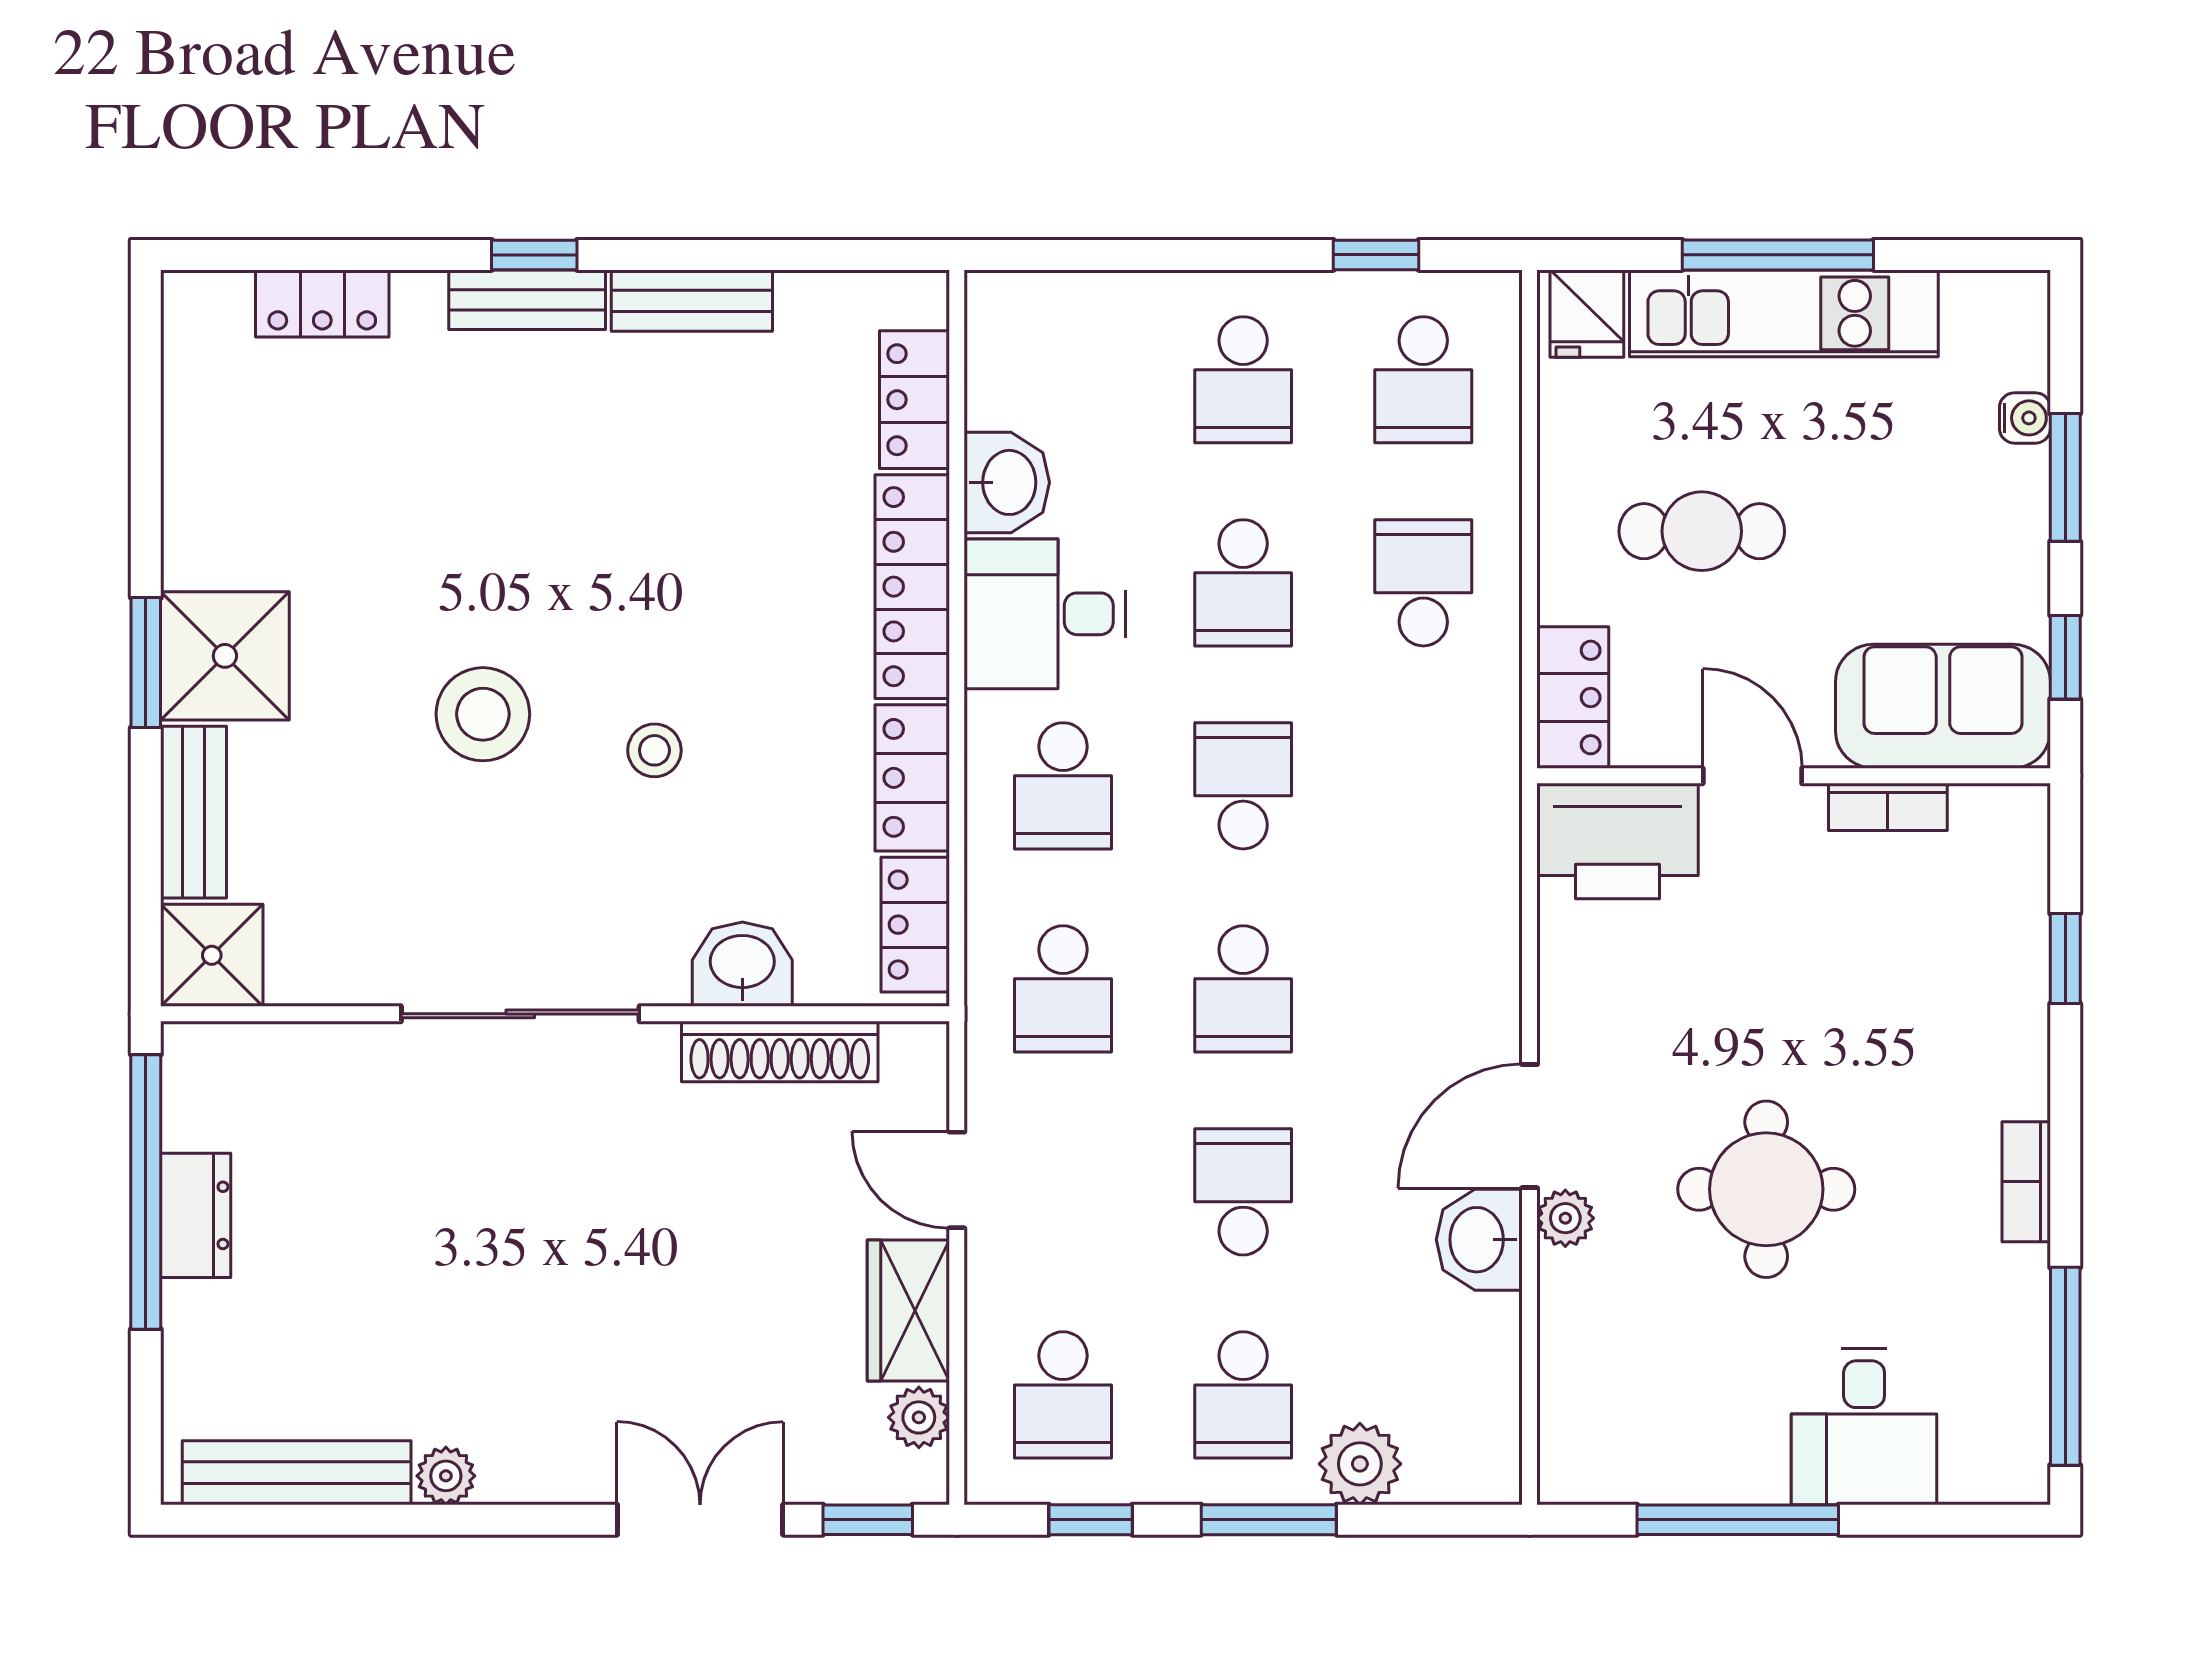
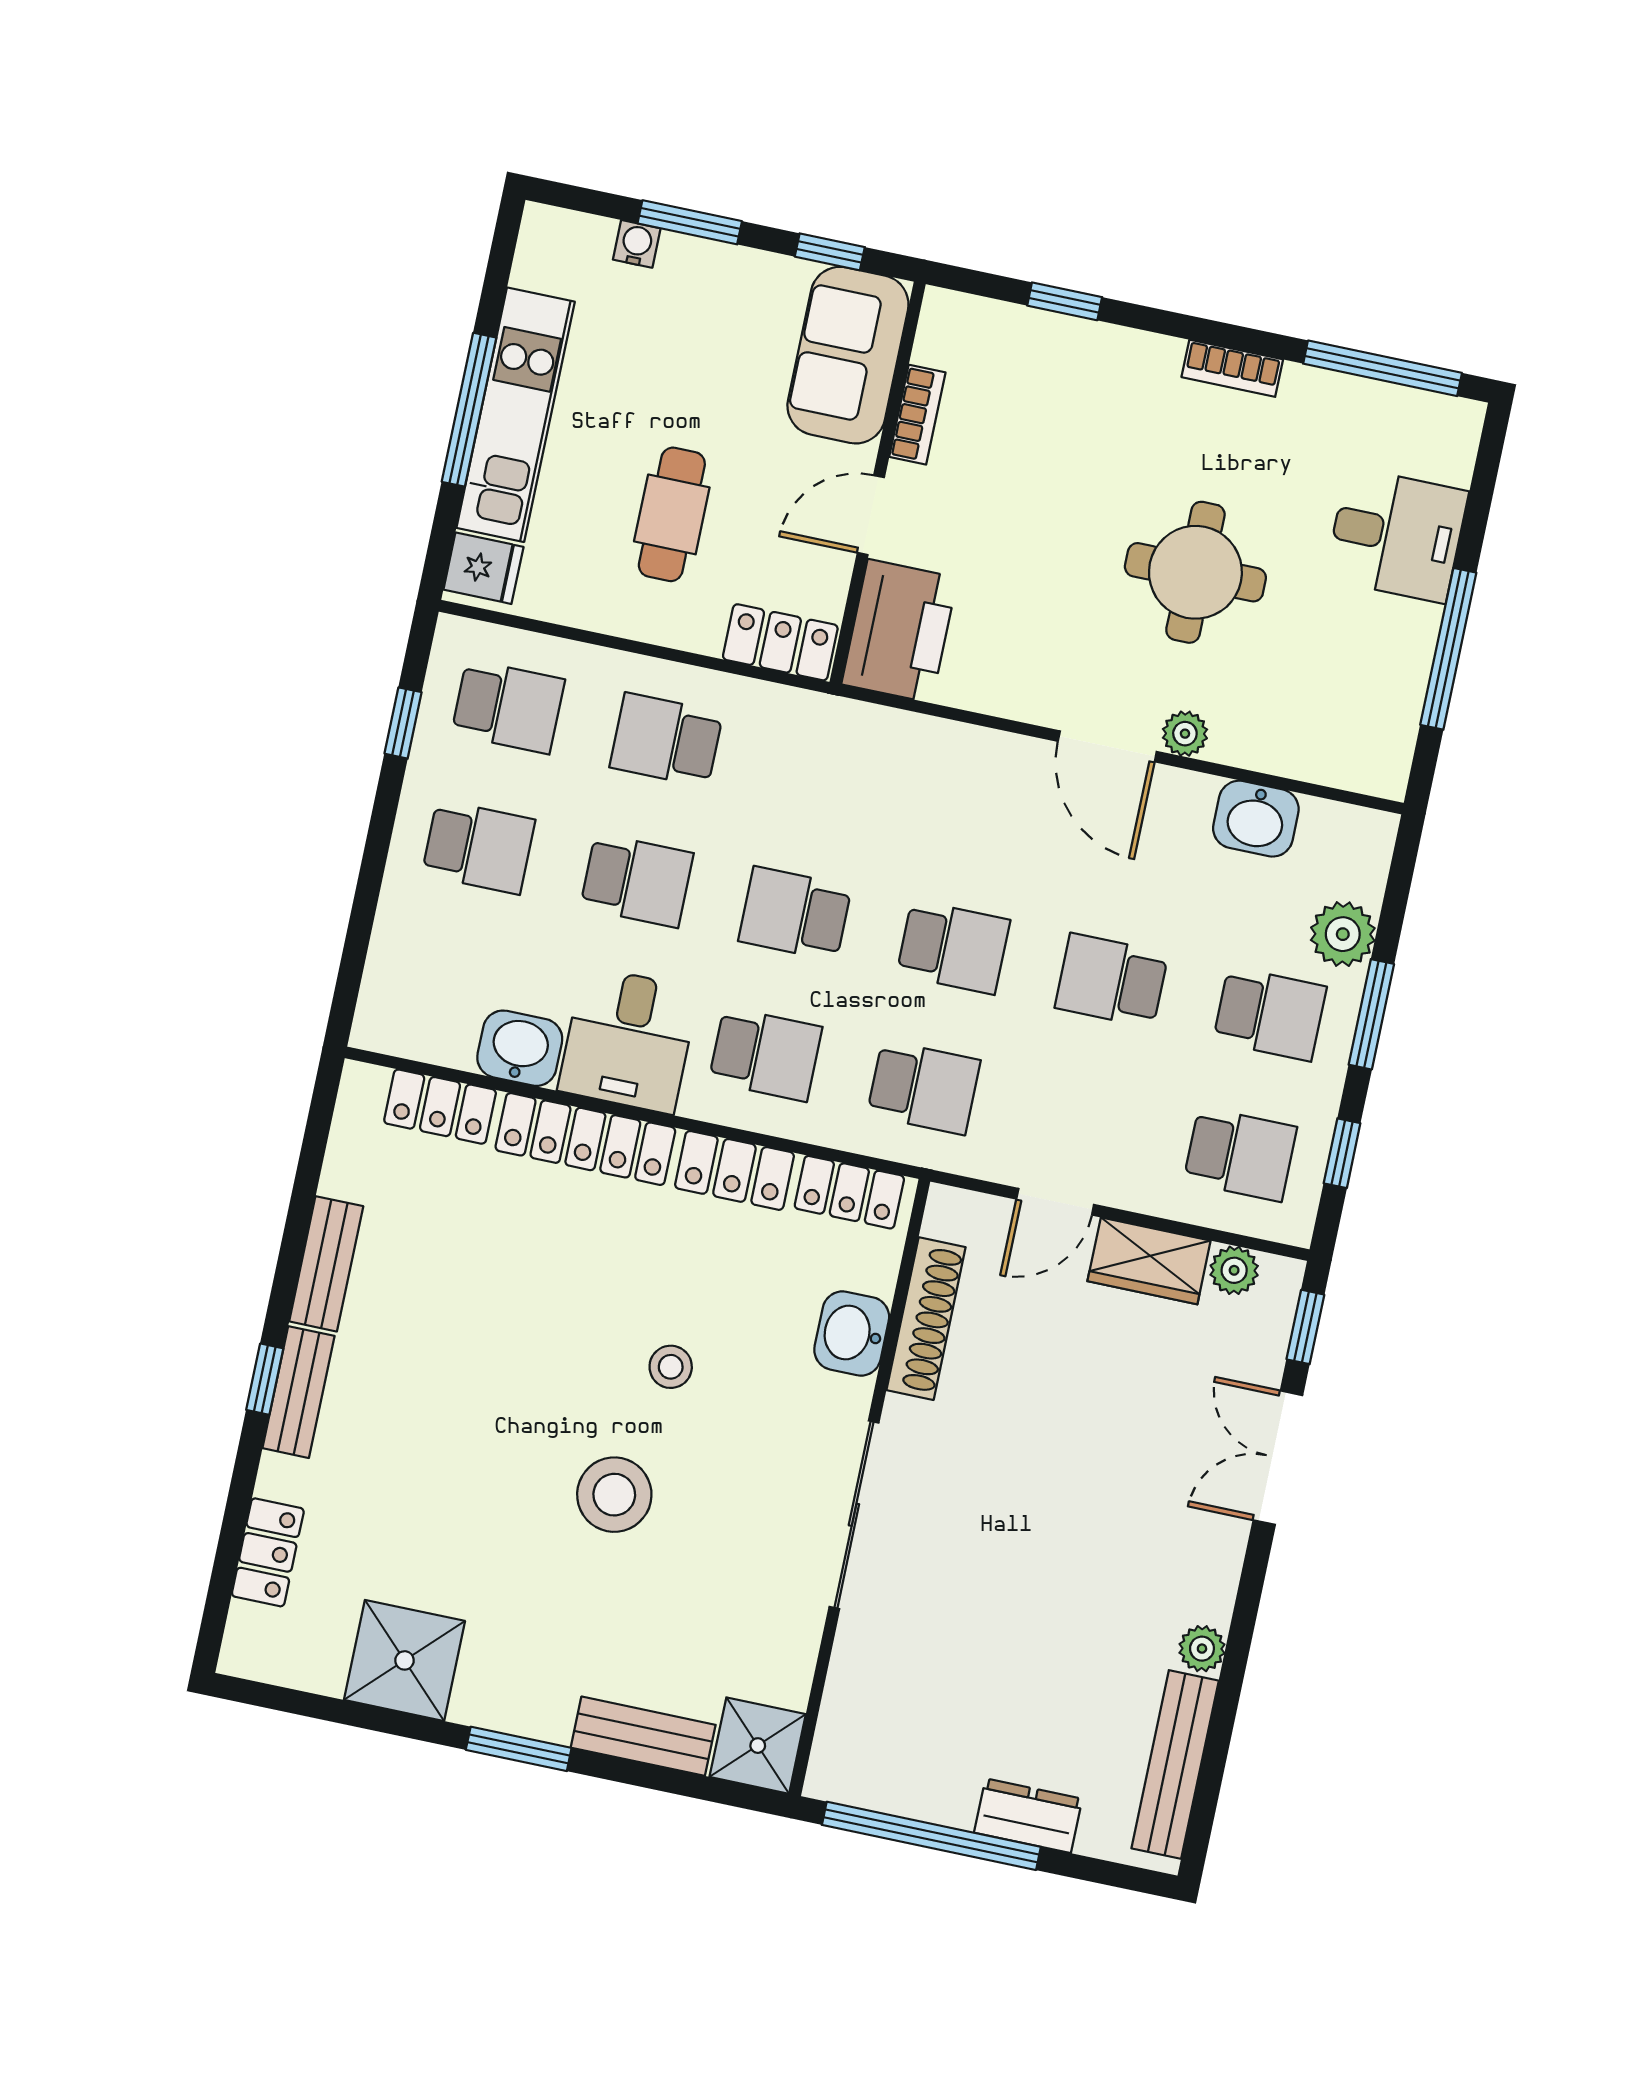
shower: (225, 656) -> (405, 1660), moved
dresser: (196, 1215) -> (1028, 1816), moved
washbasin: (1479, 1240) -> (1256, 819), moved

